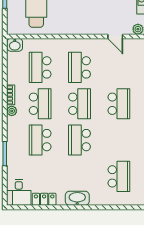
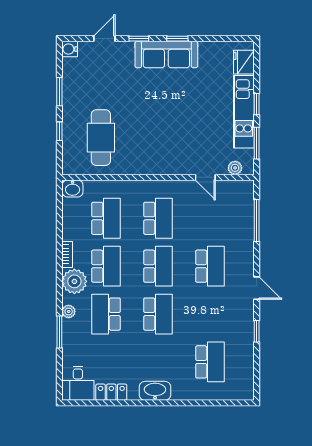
school desk: (40, 67) -> (106, 218), turned 180
school desk: (80, 67) -> (158, 218), turned 180
plant: (12, 111) -> (74, 281), width x1.87, depth x1.87
plant: (12, 138) -> (69, 311), added
school desk: (80, 140) -> (158, 314), turned 180

